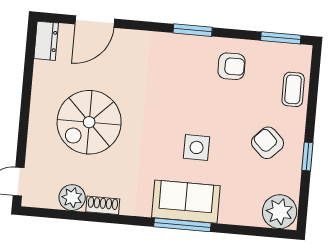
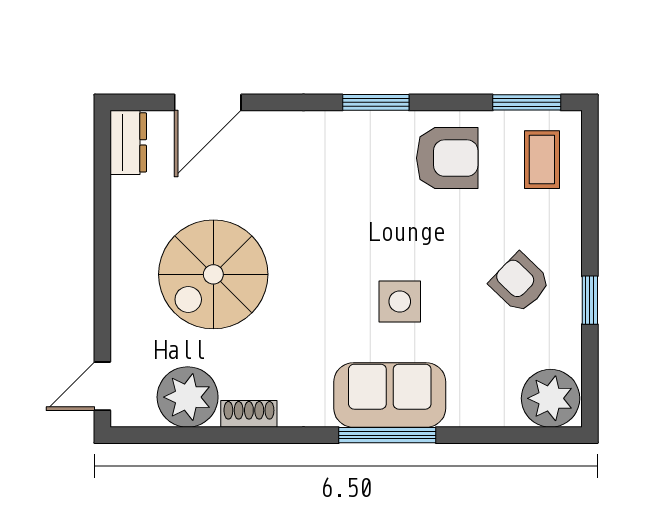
armchair: (231, 66) -> (447, 158), width x1.38, depth x1.38
coffee table: (293, 89) -> (542, 160), moved
plant: (72, 198) -> (188, 397), width x1.36, depth x1.36

